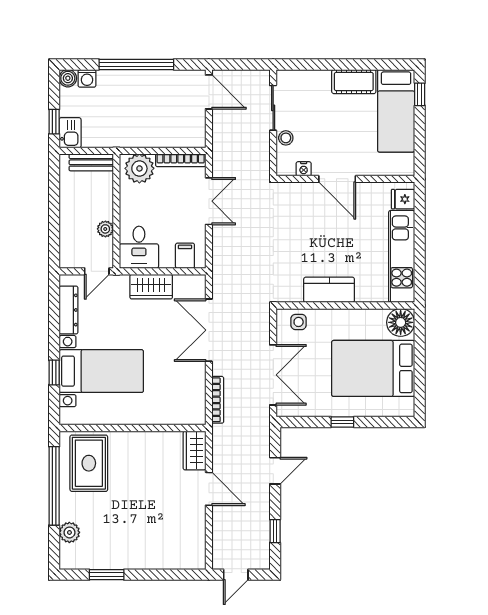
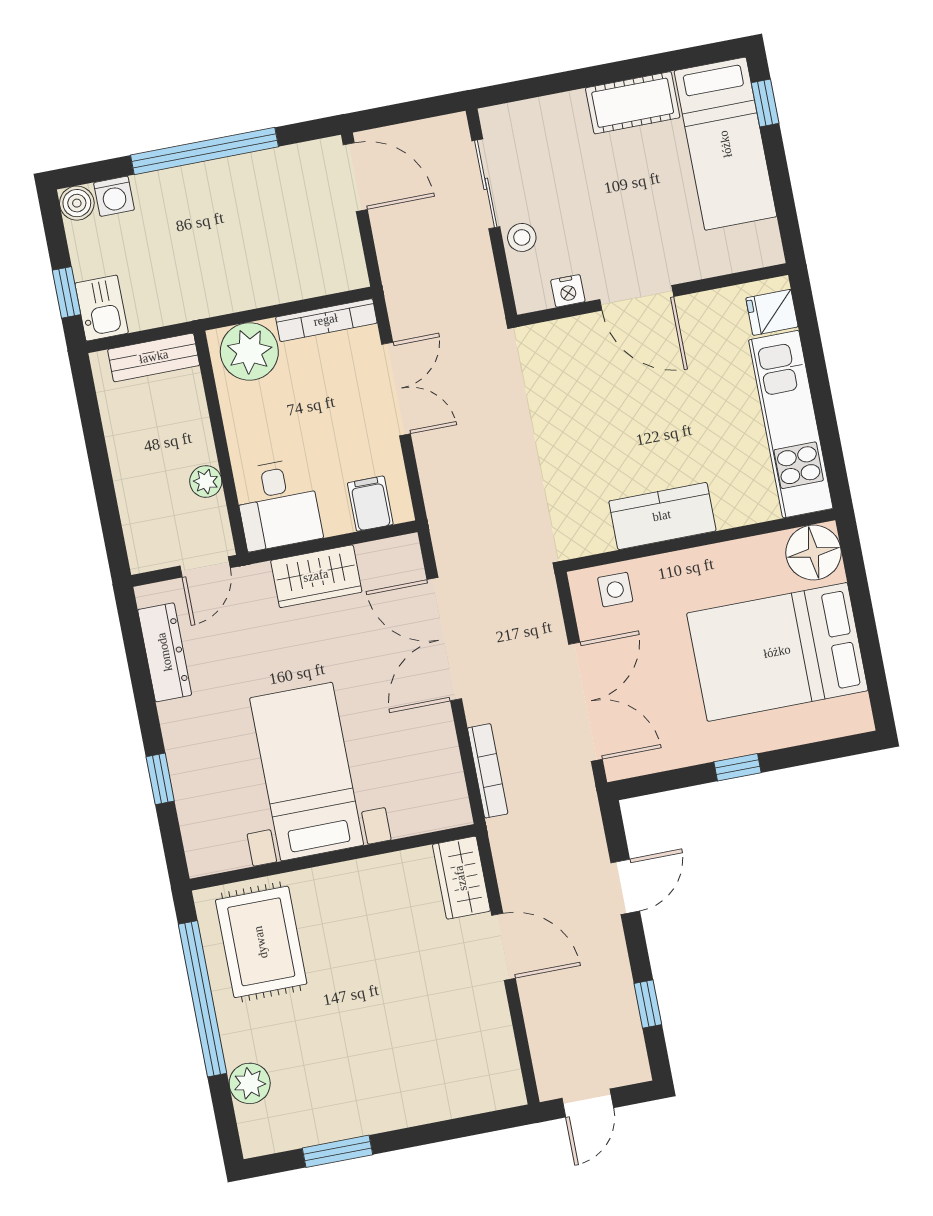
bed with nightstands: (101, 371) -> (307, 772), moved, turned -90

